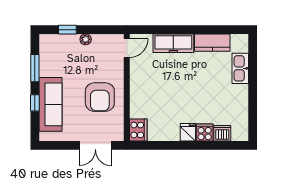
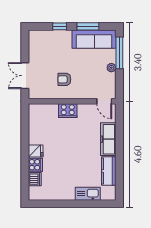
window: (67, 30) -> (119, 53), width x2.17
armchair: (100, 97) -> (64, 79), width x0.53, depth x0.53
sofa: (51, 104) -> (94, 39), moved
cooker: (138, 130) -> (68, 111), moved

